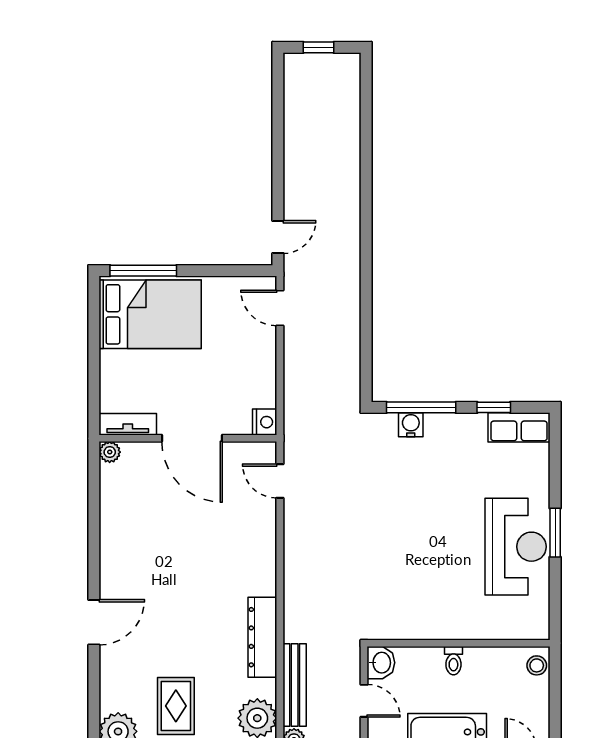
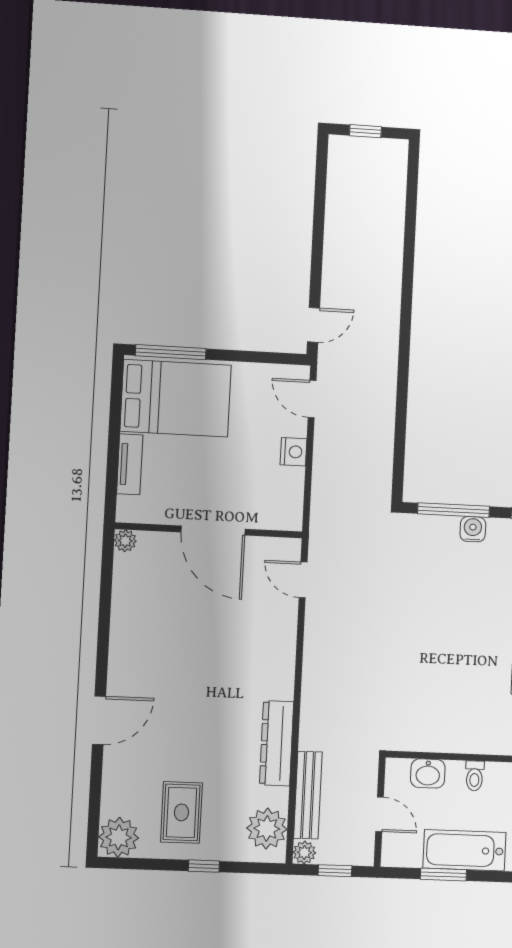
nightstand: (265, 422) -> (293, 452), moved
tv unit: (128, 424) -> (130, 464), moved, turned 90
water cooler: (411, 425) -> (473, 529), moved
washbasin: (381, 663) -> (428, 773), moved, turned 90

